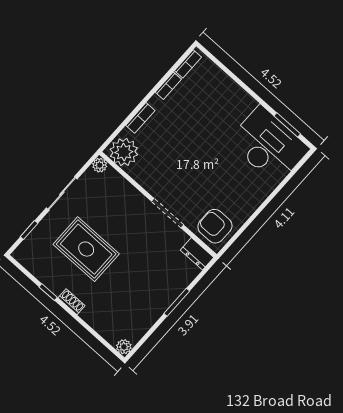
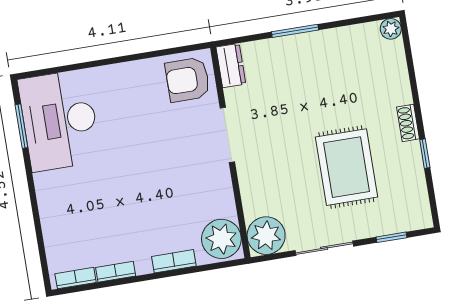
plant: (100, 165) -> (266, 236), width x1.88, depth x1.88
armchair: (215, 226) -> (188, 80), turned 90

